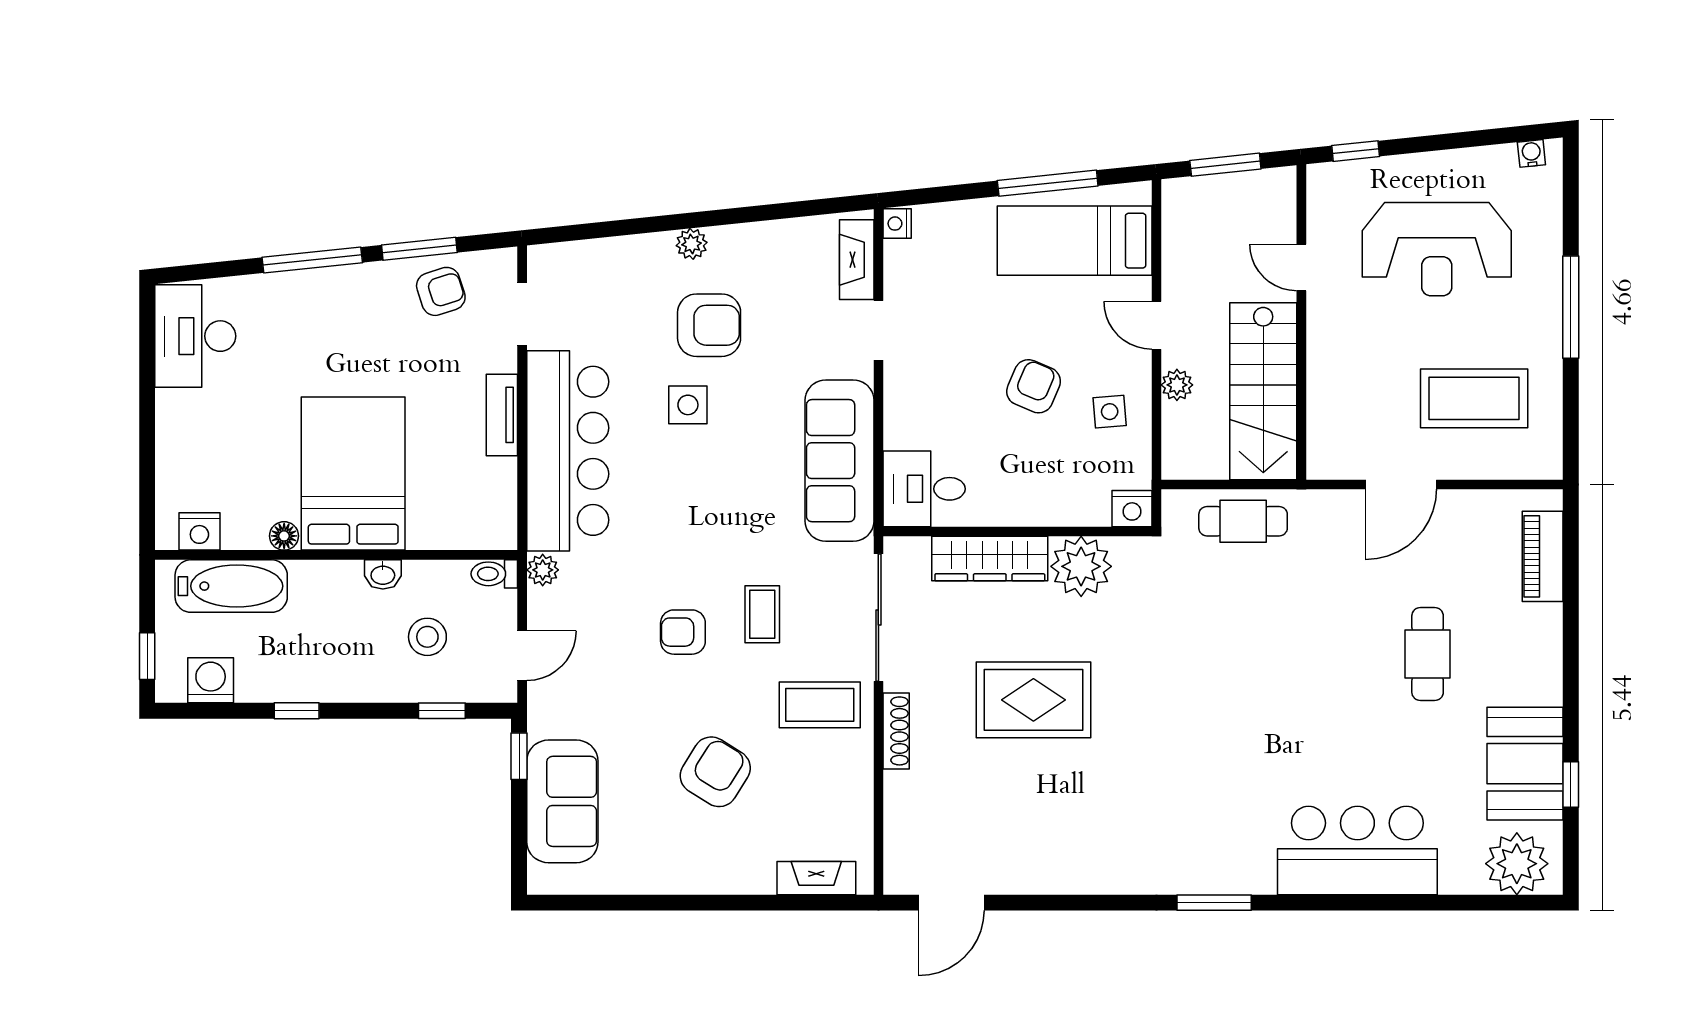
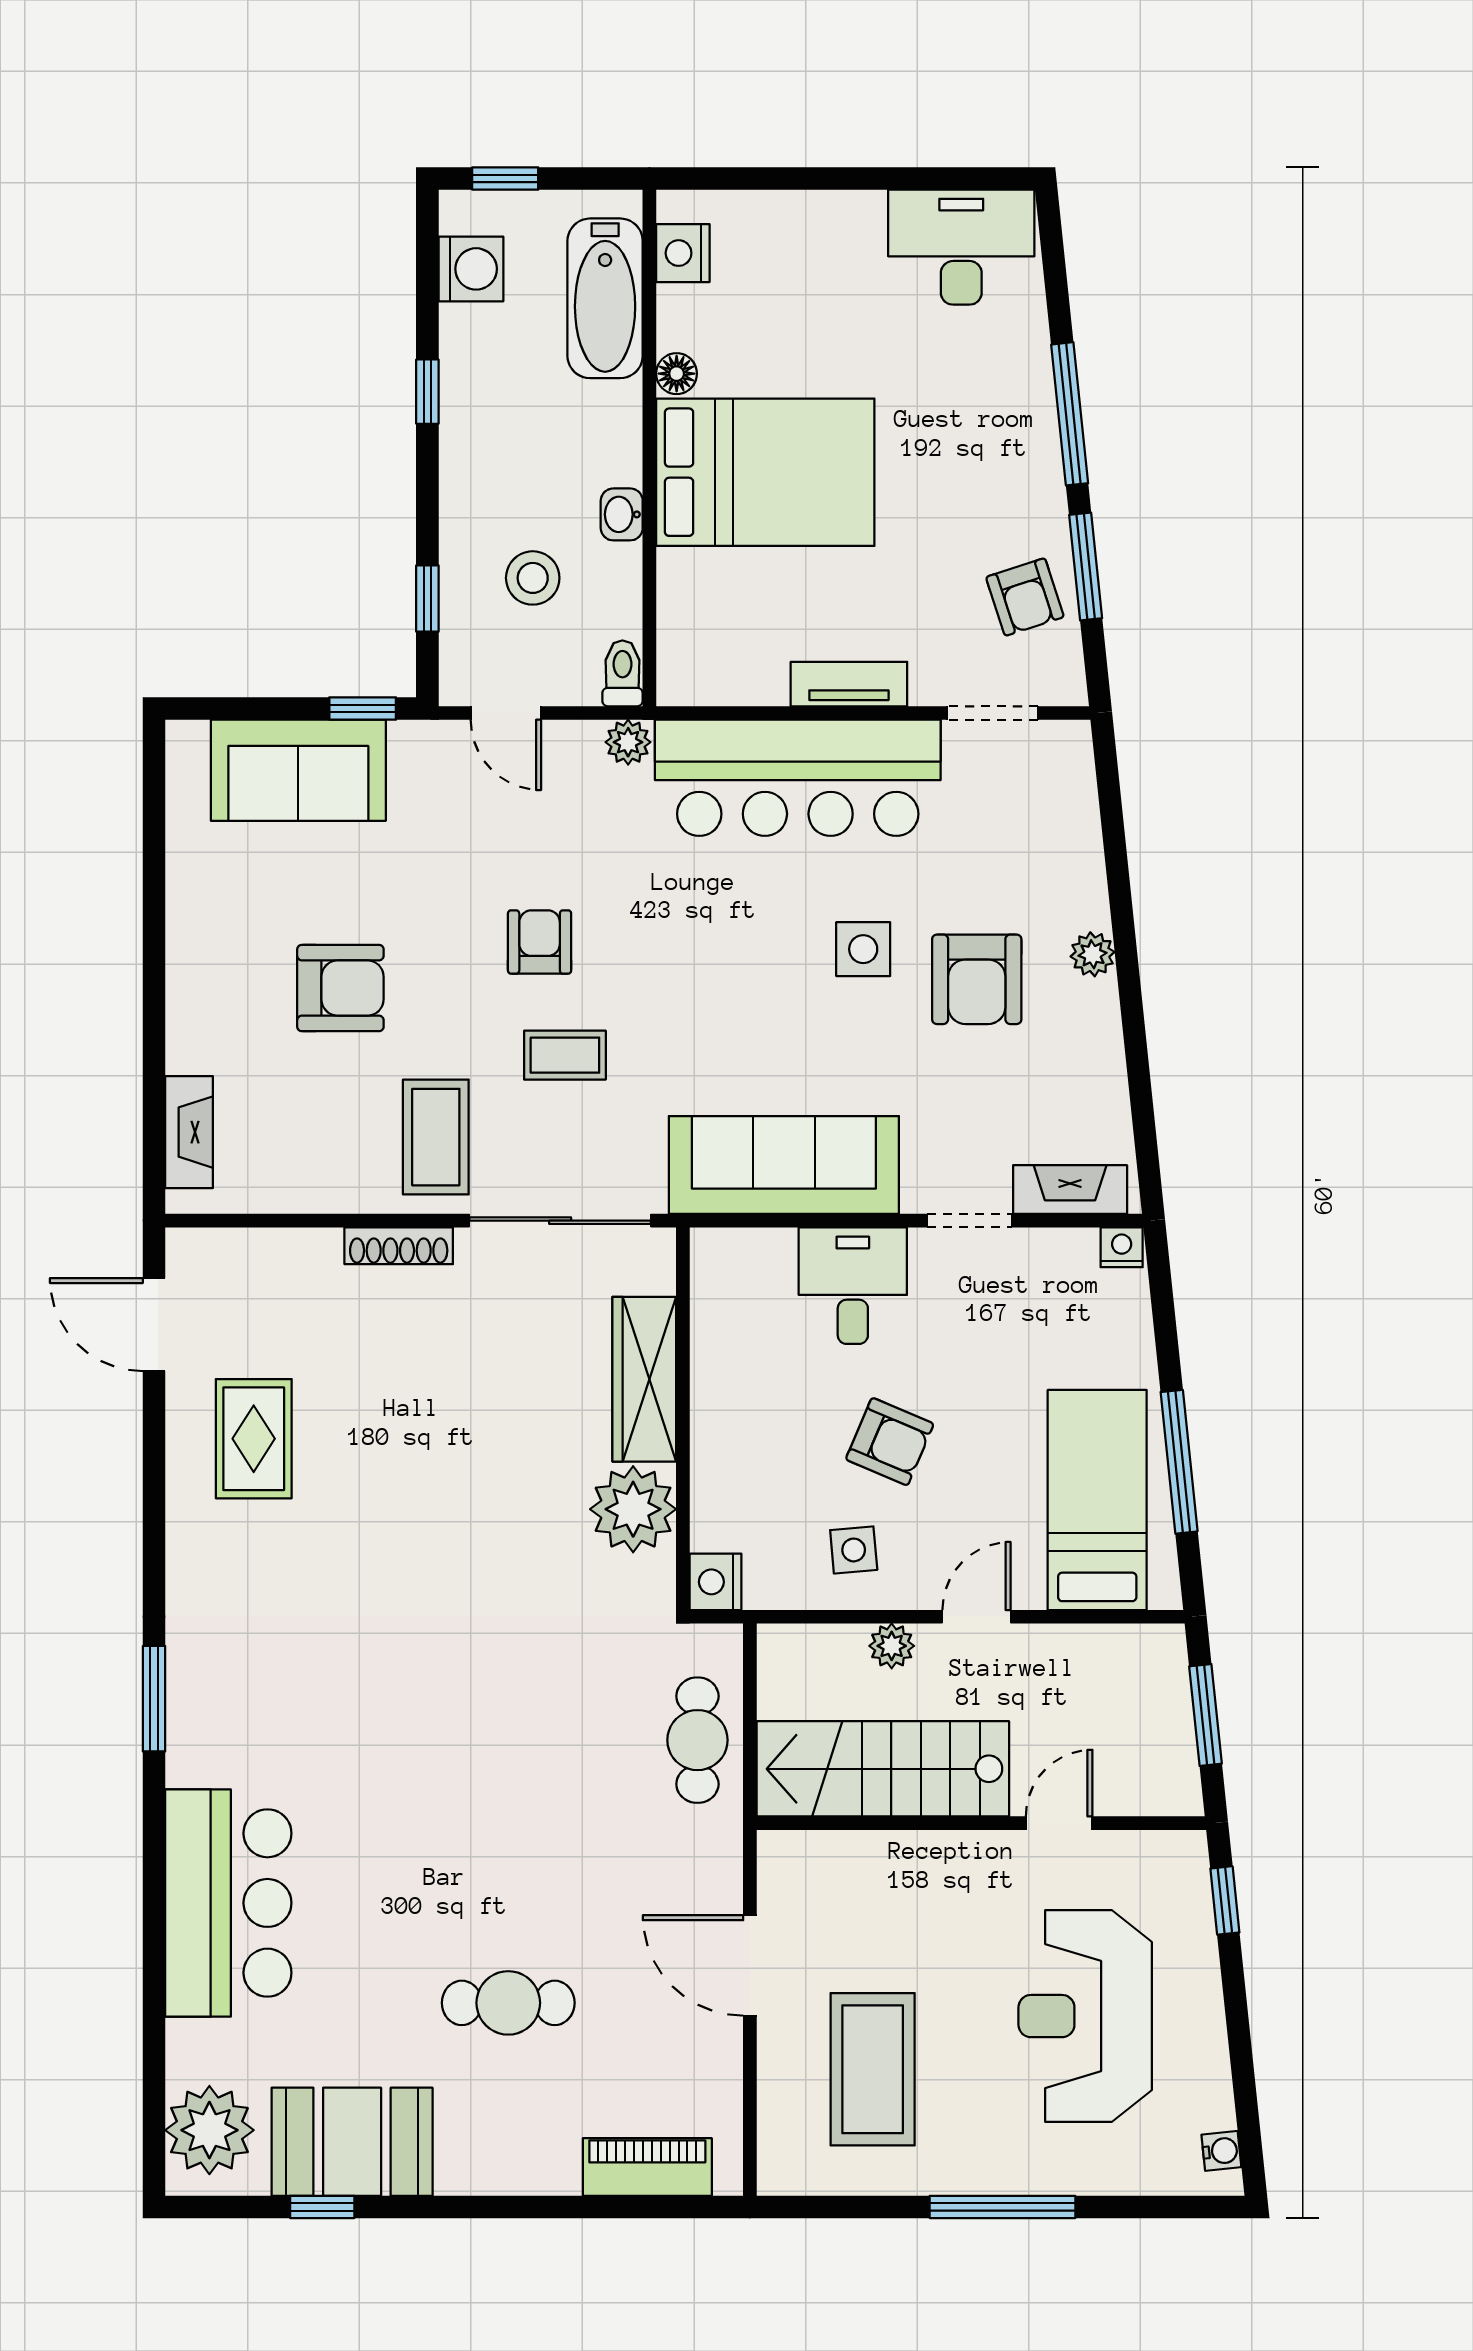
desk: (924, 489) -> (853, 1286), moved
rug: (1033, 700) -> (254, 1439), moved, width x0.73, depth x0.70
armchair: (715, 772) -> (340, 988), turned -32

